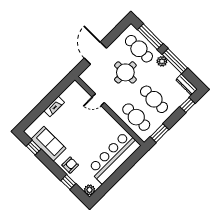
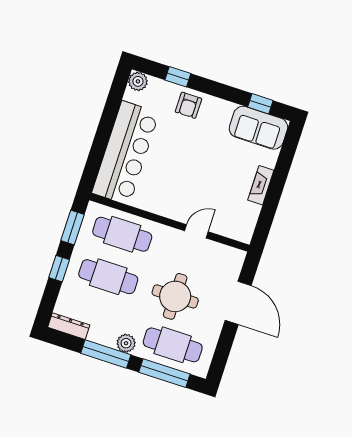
window: (187, 105) -> (59, 269), moved
sofa: (48, 144) -> (258, 128), moved

